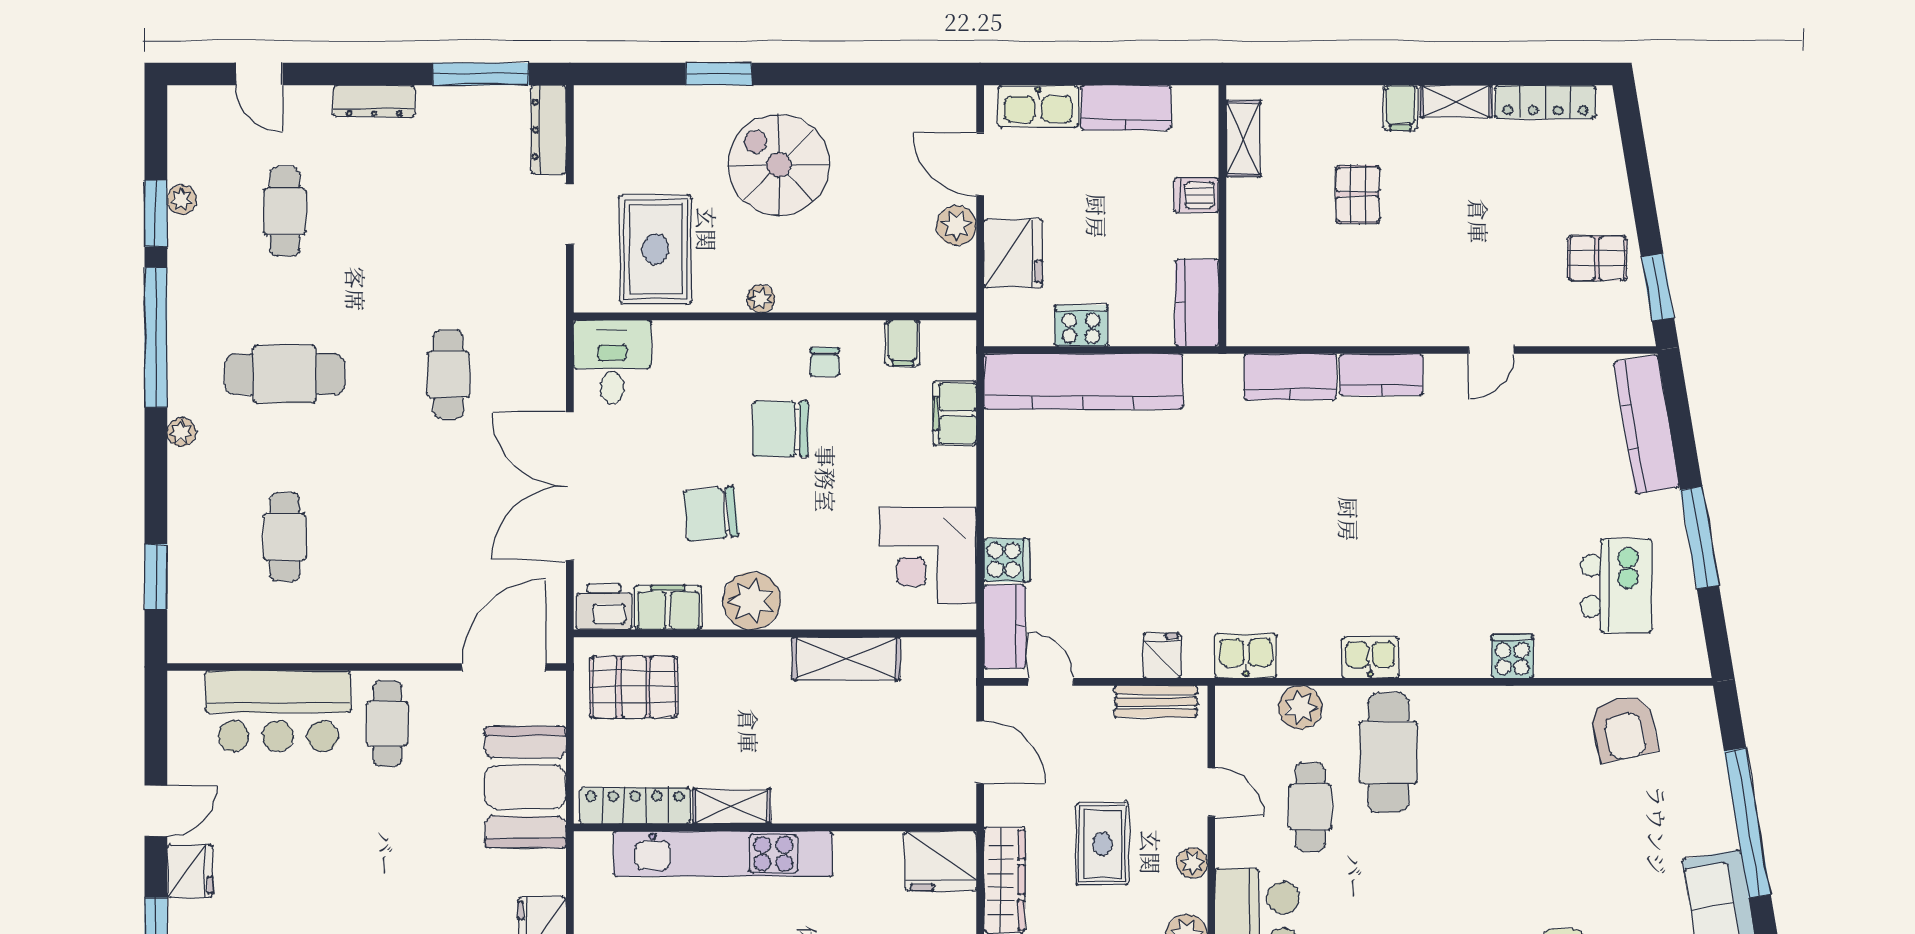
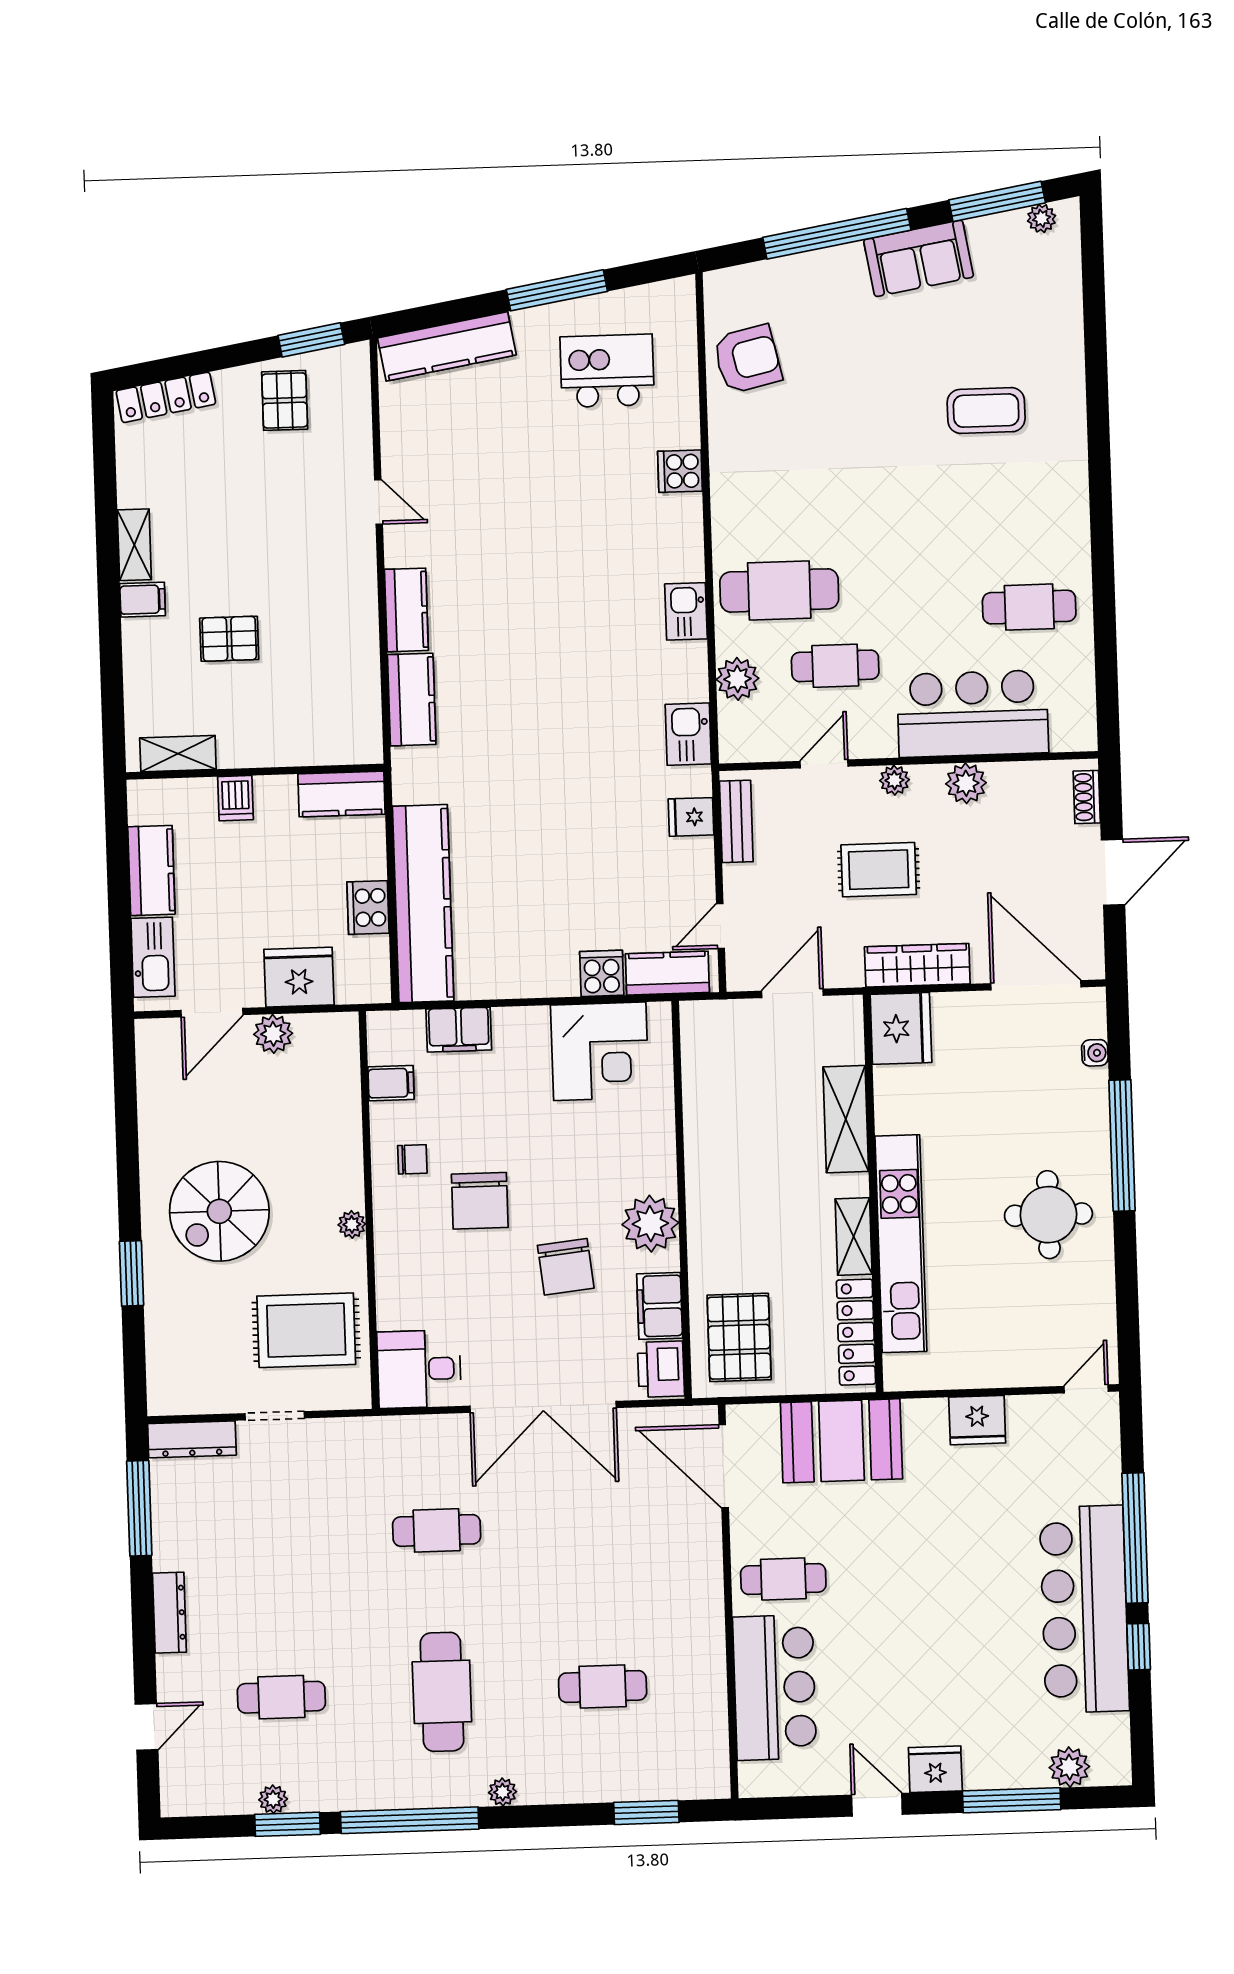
locker: (1545, 102) -> (166, 397), moved, turned 80
shelving: (846, 659) -> (846, 1119), moved

